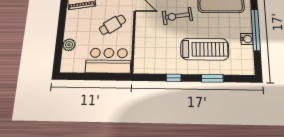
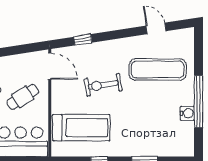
treadmill: (205, 49) -> (81, 128), moved

